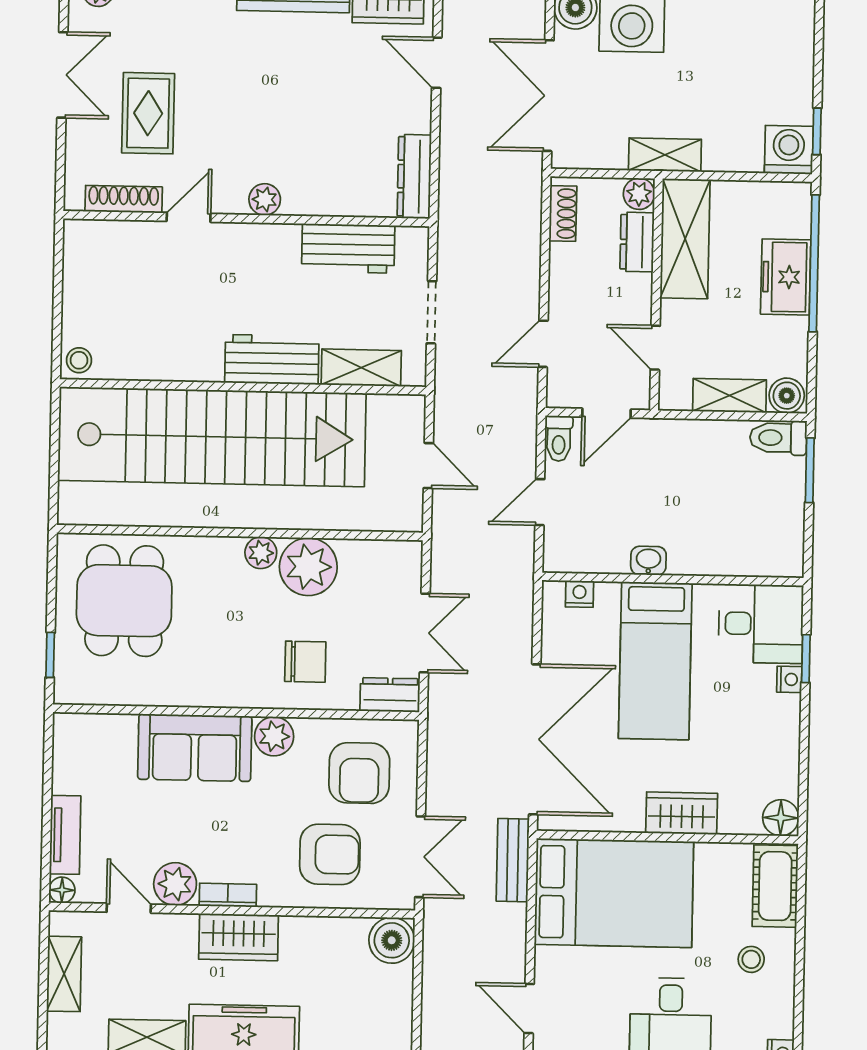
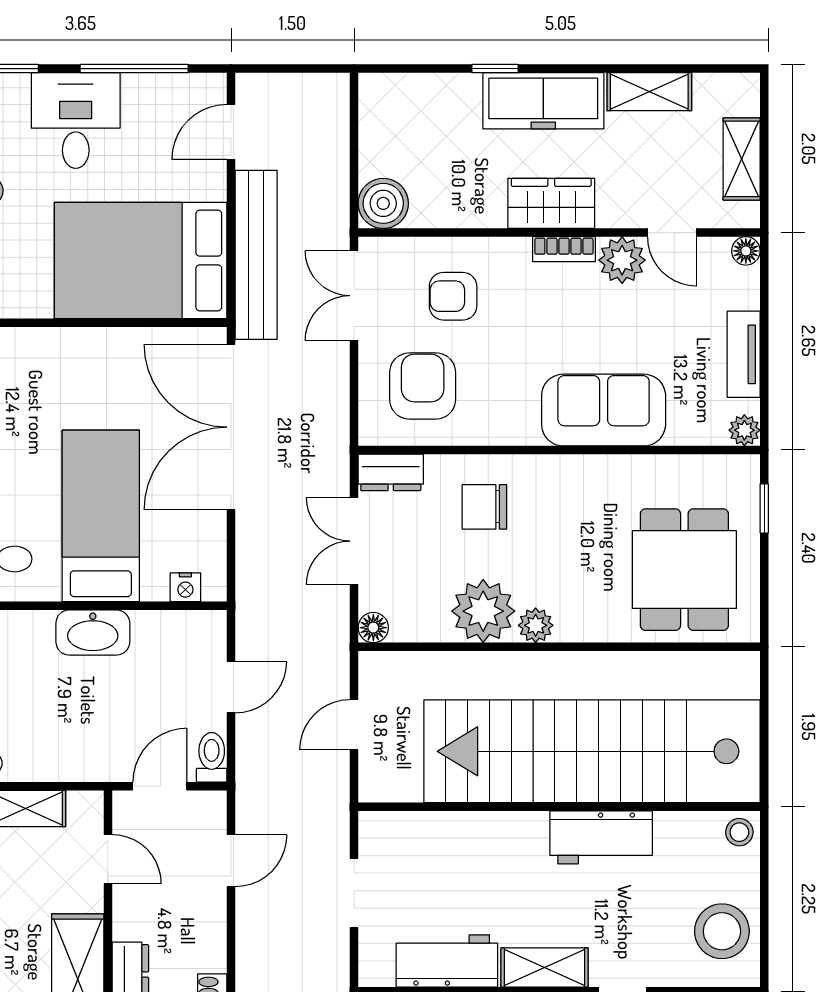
stool: (97, 270) -> (722, 931), added
workbench: (272, 360) -> (601, 837), moved
shelving: (361, 368) -> (545, 968), moved
door: (428, 466) -> (354, 725), hinge flipped
floor lamp: (409, 554) -> (373, 628), added
washbasin: (648, 561) -> (93, 633), width x1.91, depth x1.45
plant: (274, 736) -> (744, 430), moved, width x0.73, depth x0.73
wardrobe: (682, 813) -> (68, 349), removed
tv unit: (65, 835) -> (744, 354), moved
armchair: (330, 854) -> (453, 296), width x0.72, depth x0.72
bench: (513, 860) -> (256, 255), width x1.86, depth x1.21
door: (529, 1009) -> (231, 132), swing flipped

